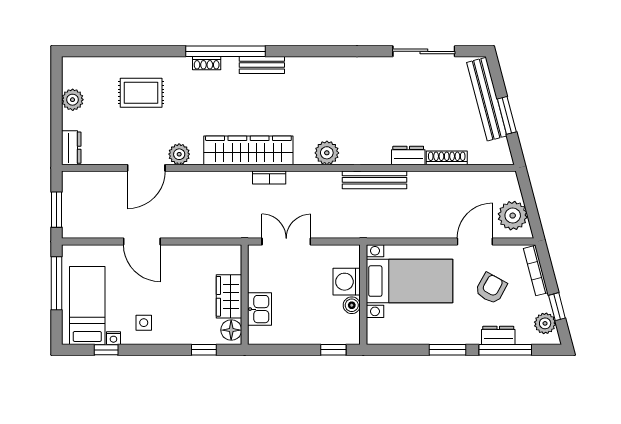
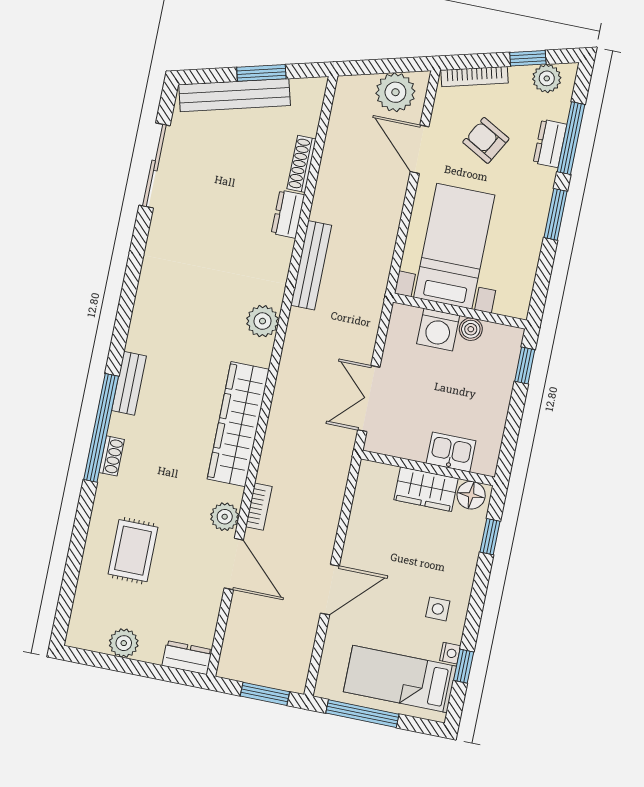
bookcase: (269, 178) -> (259, 507), moved

